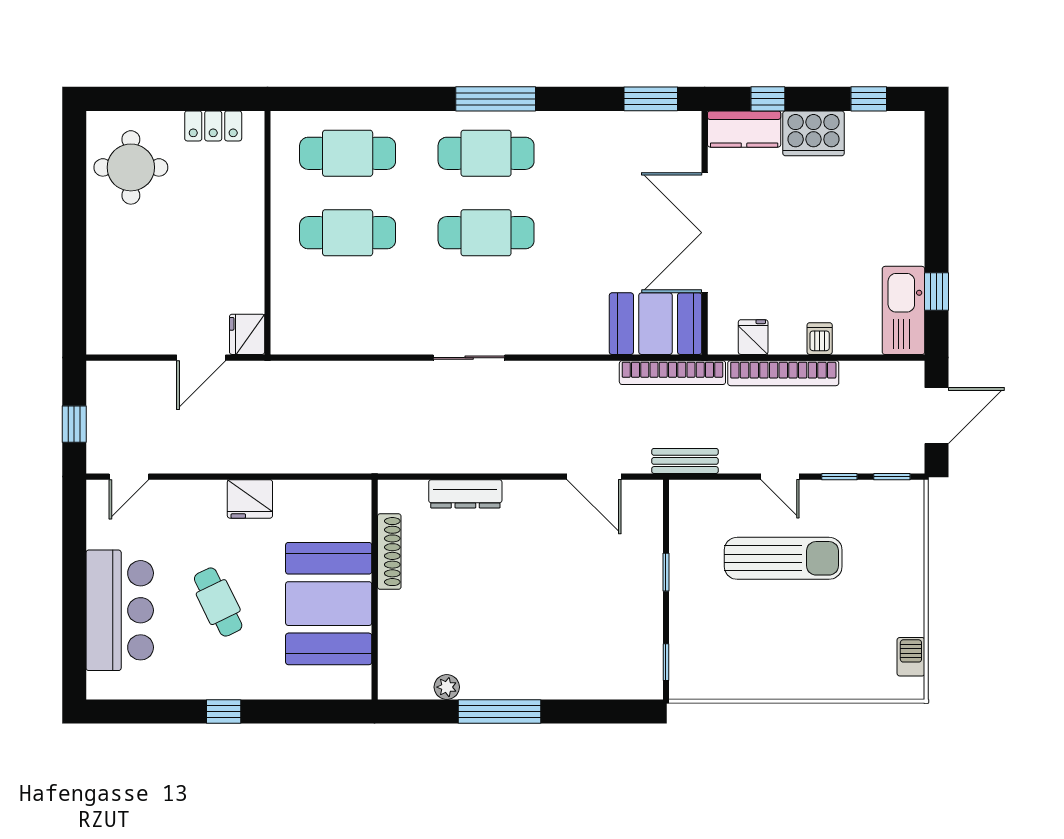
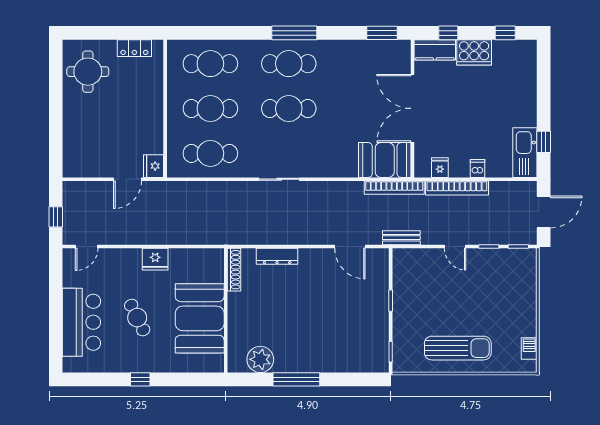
cafe table: (348, 312) -> (210, 153), added
shoe rack: (389, 552) -> (234, 270), moved
sun lounger: (783, 558) -> (458, 348), moved
plant: (447, 687) -> (260, 359), width x1.88, depth x1.88

